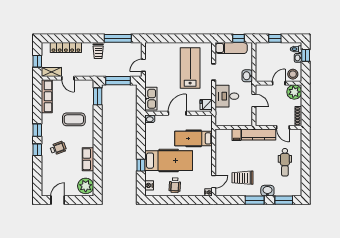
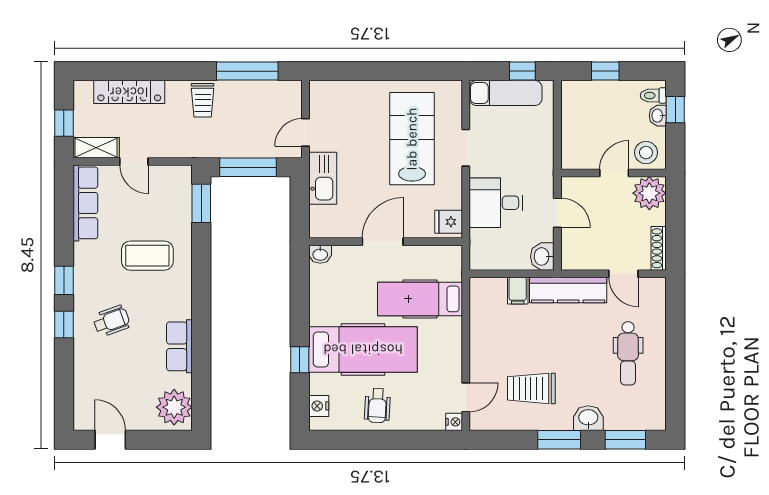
washbasin: (247, 76) -> (542, 256), moved
kitchen sink: (151, 99) -> (323, 178), moved
door: (58, 200) -> (110, 440), hinge flipped

